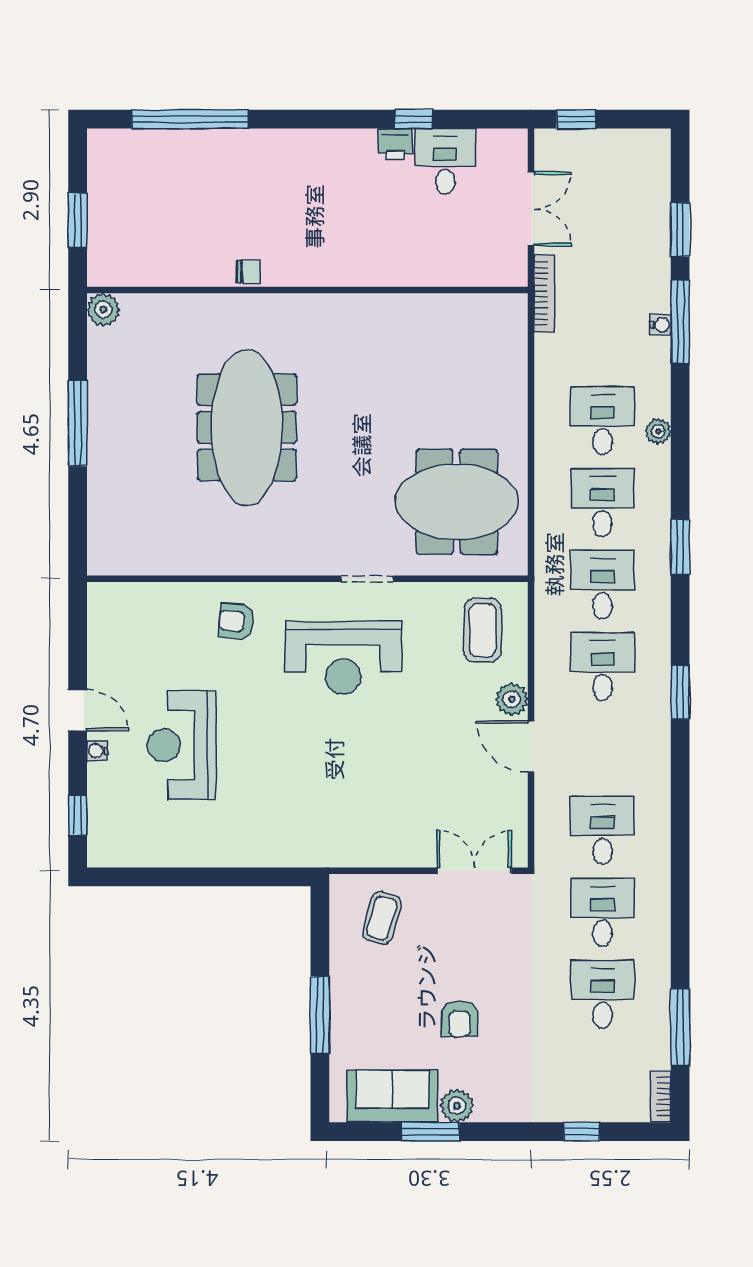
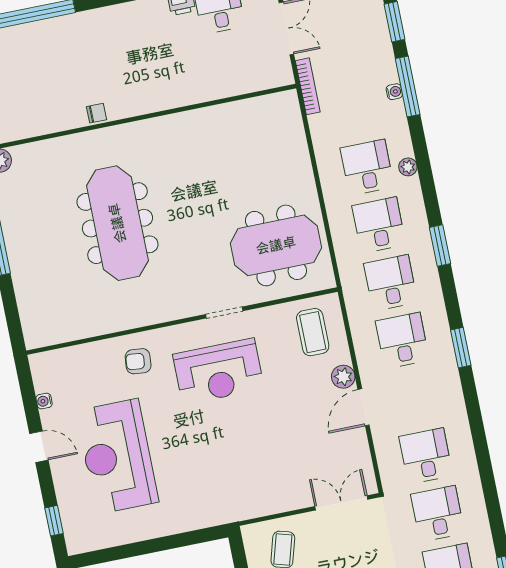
reception desk: (182, 745) -> (117, 456), width x1.36, depth x1.30
door: (531, 747) -> (364, 407), hinge flipped
water cooler: (97, 751) -> (44, 401), moved

